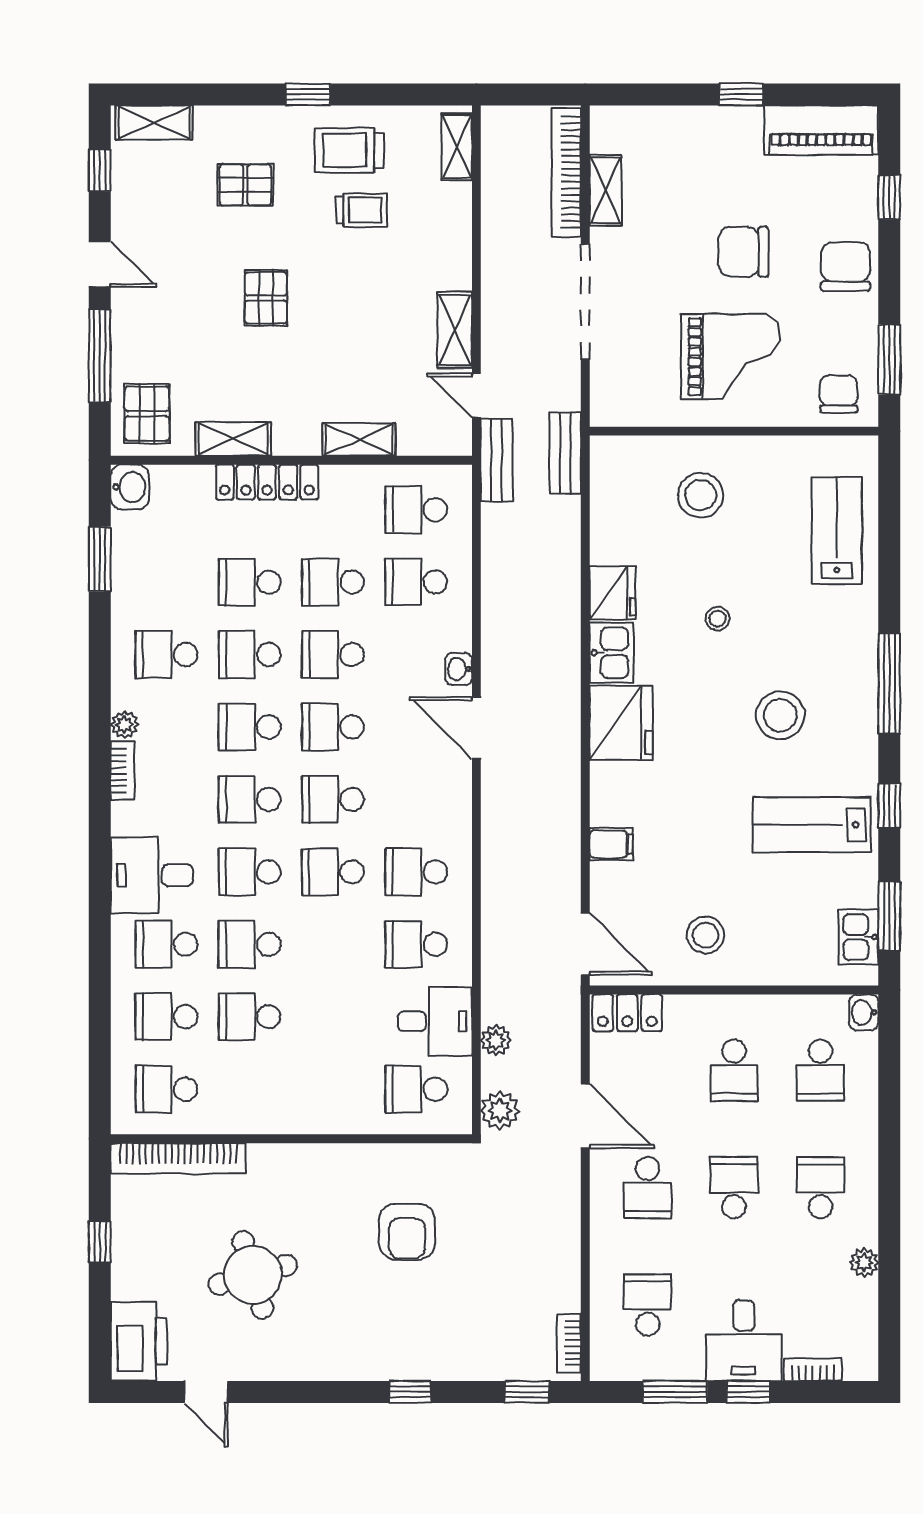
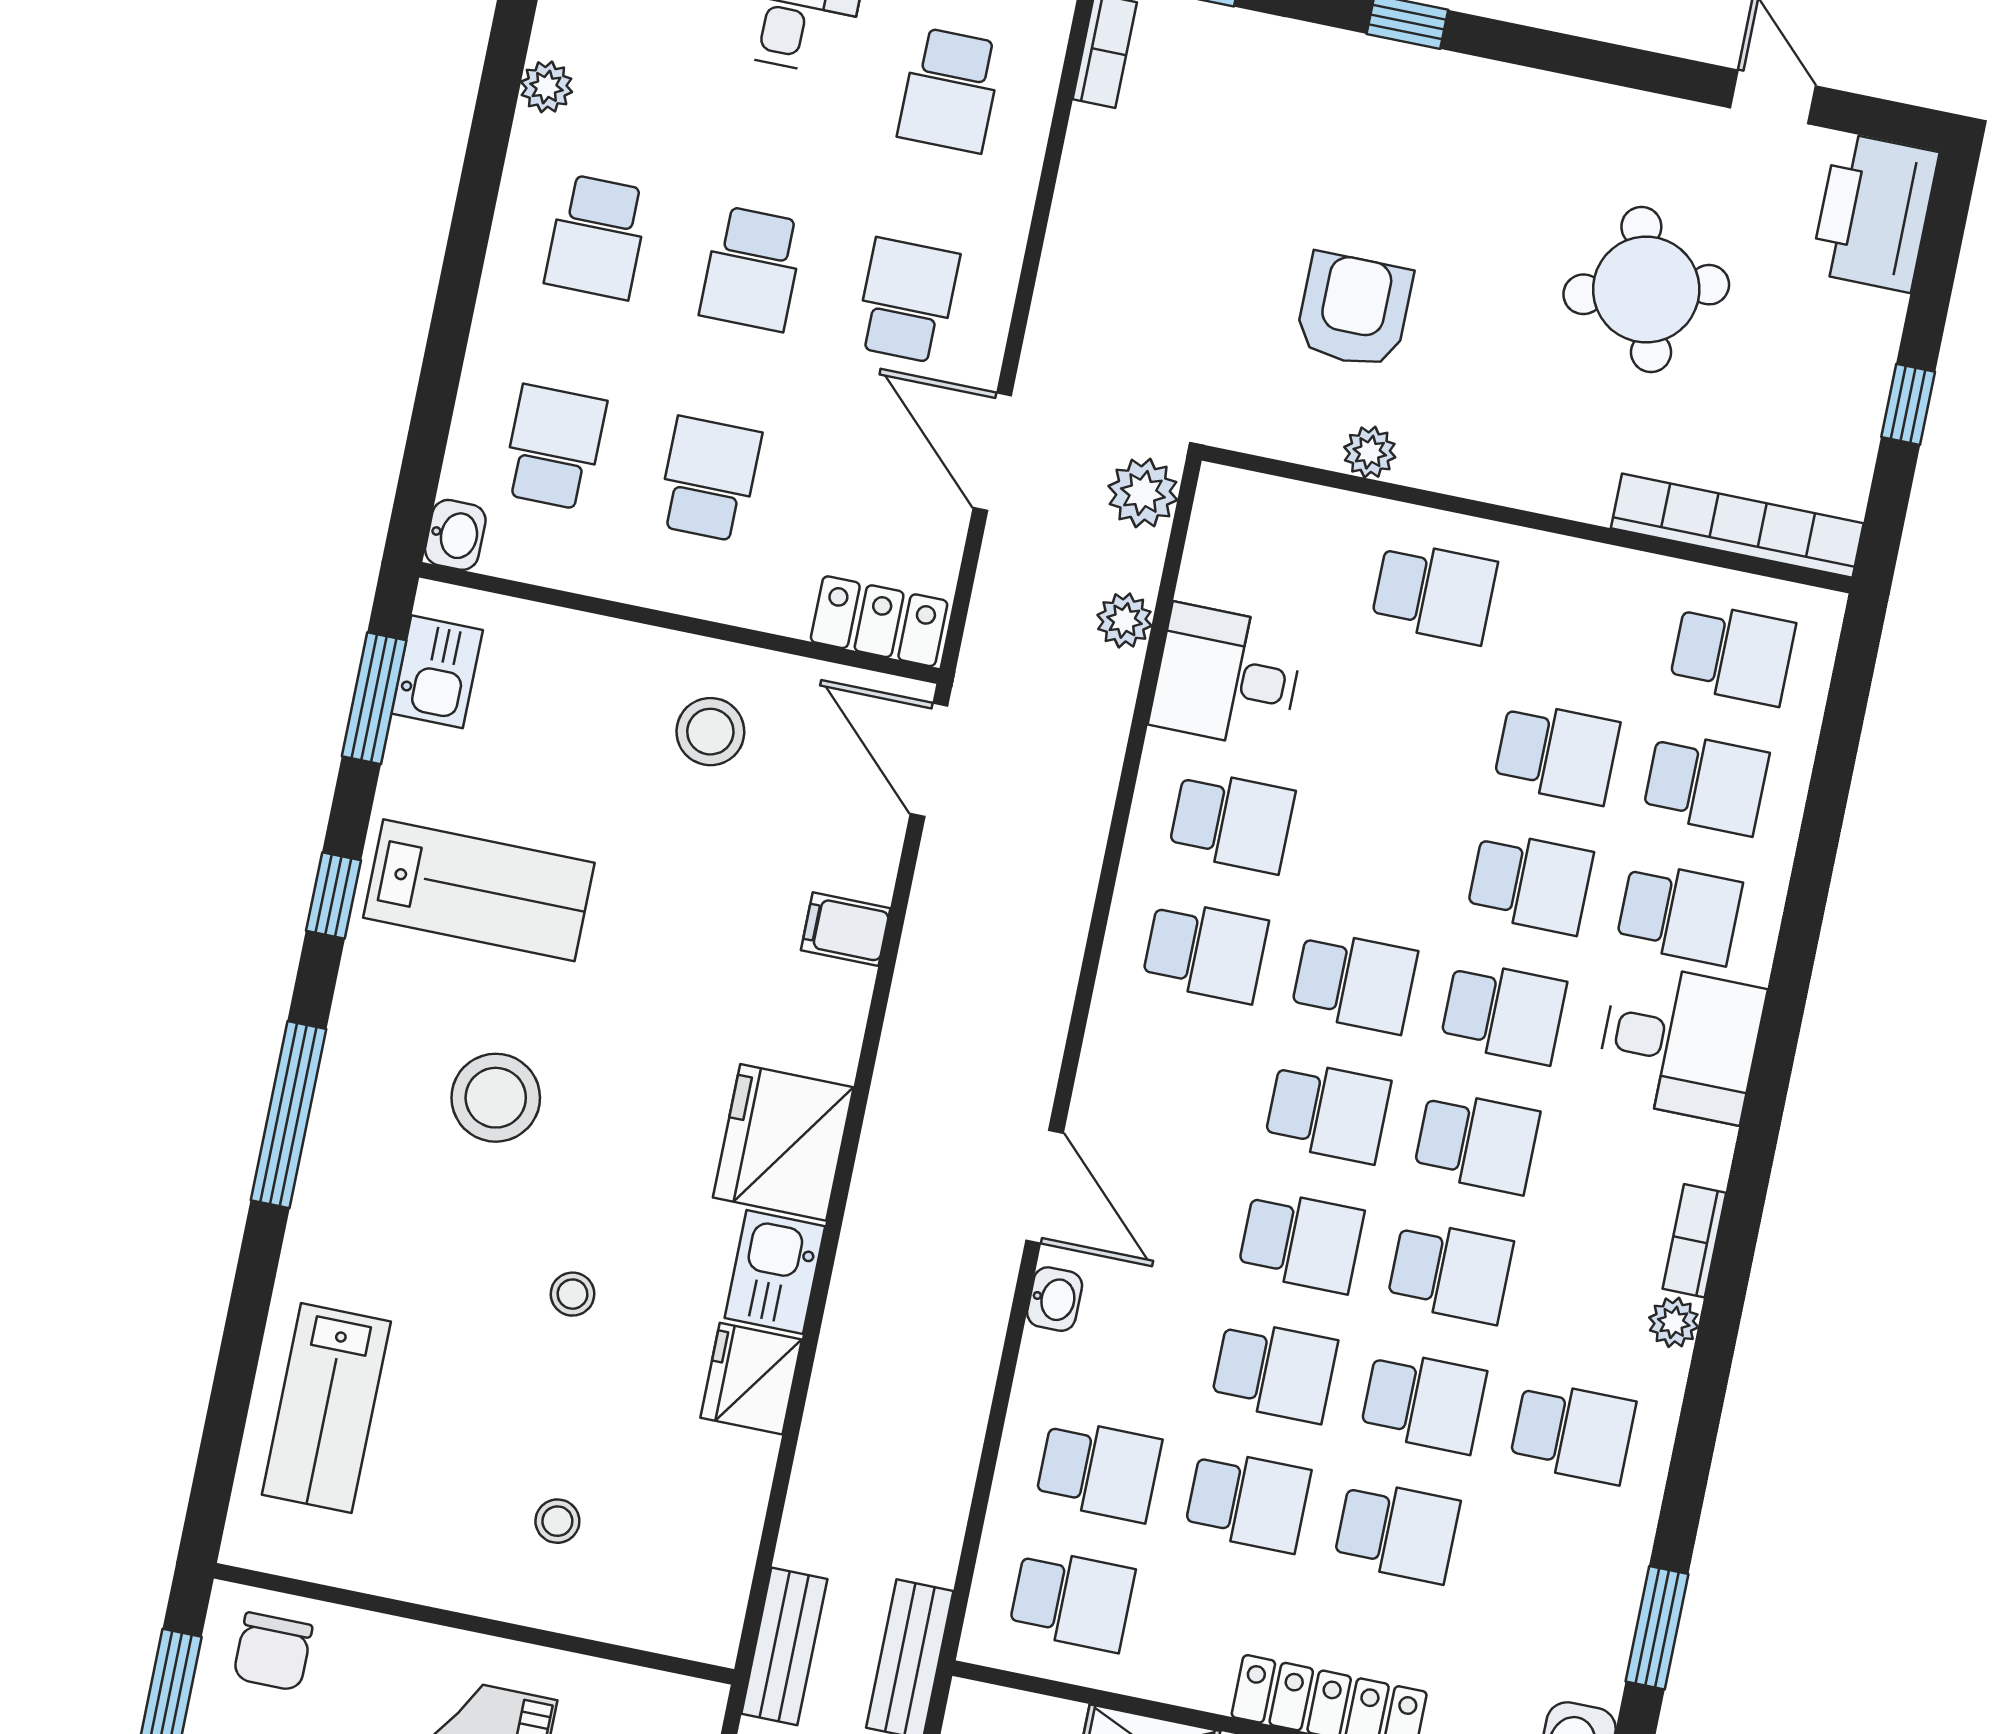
stool: (701, 495) -> (557, 1521), width x0.53, depth x0.53
school desk: (416, 1089) -> (1434, 593), moved
plant: (383, 1157) -> (1370, 452), added

